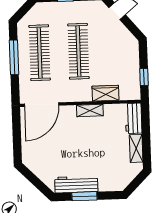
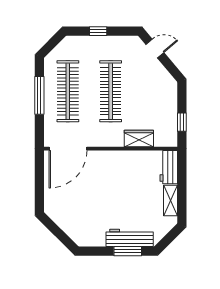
shelving: (90, 111) -> (121, 157), removed
workbench: (76, 184) -> (130, 238), moved
window: (84, 196) -> (128, 251), moved

